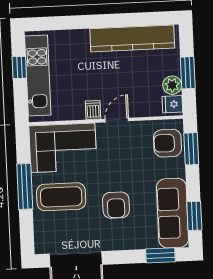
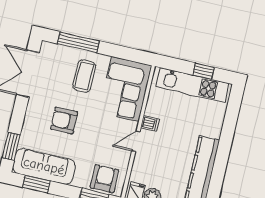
door: (117, 120) -> (136, 141), swing flipped
window: (25, 186) -> (78, 42), moved
coffee table: (61, 197) -> (84, 76), width x0.73, depth x0.76

